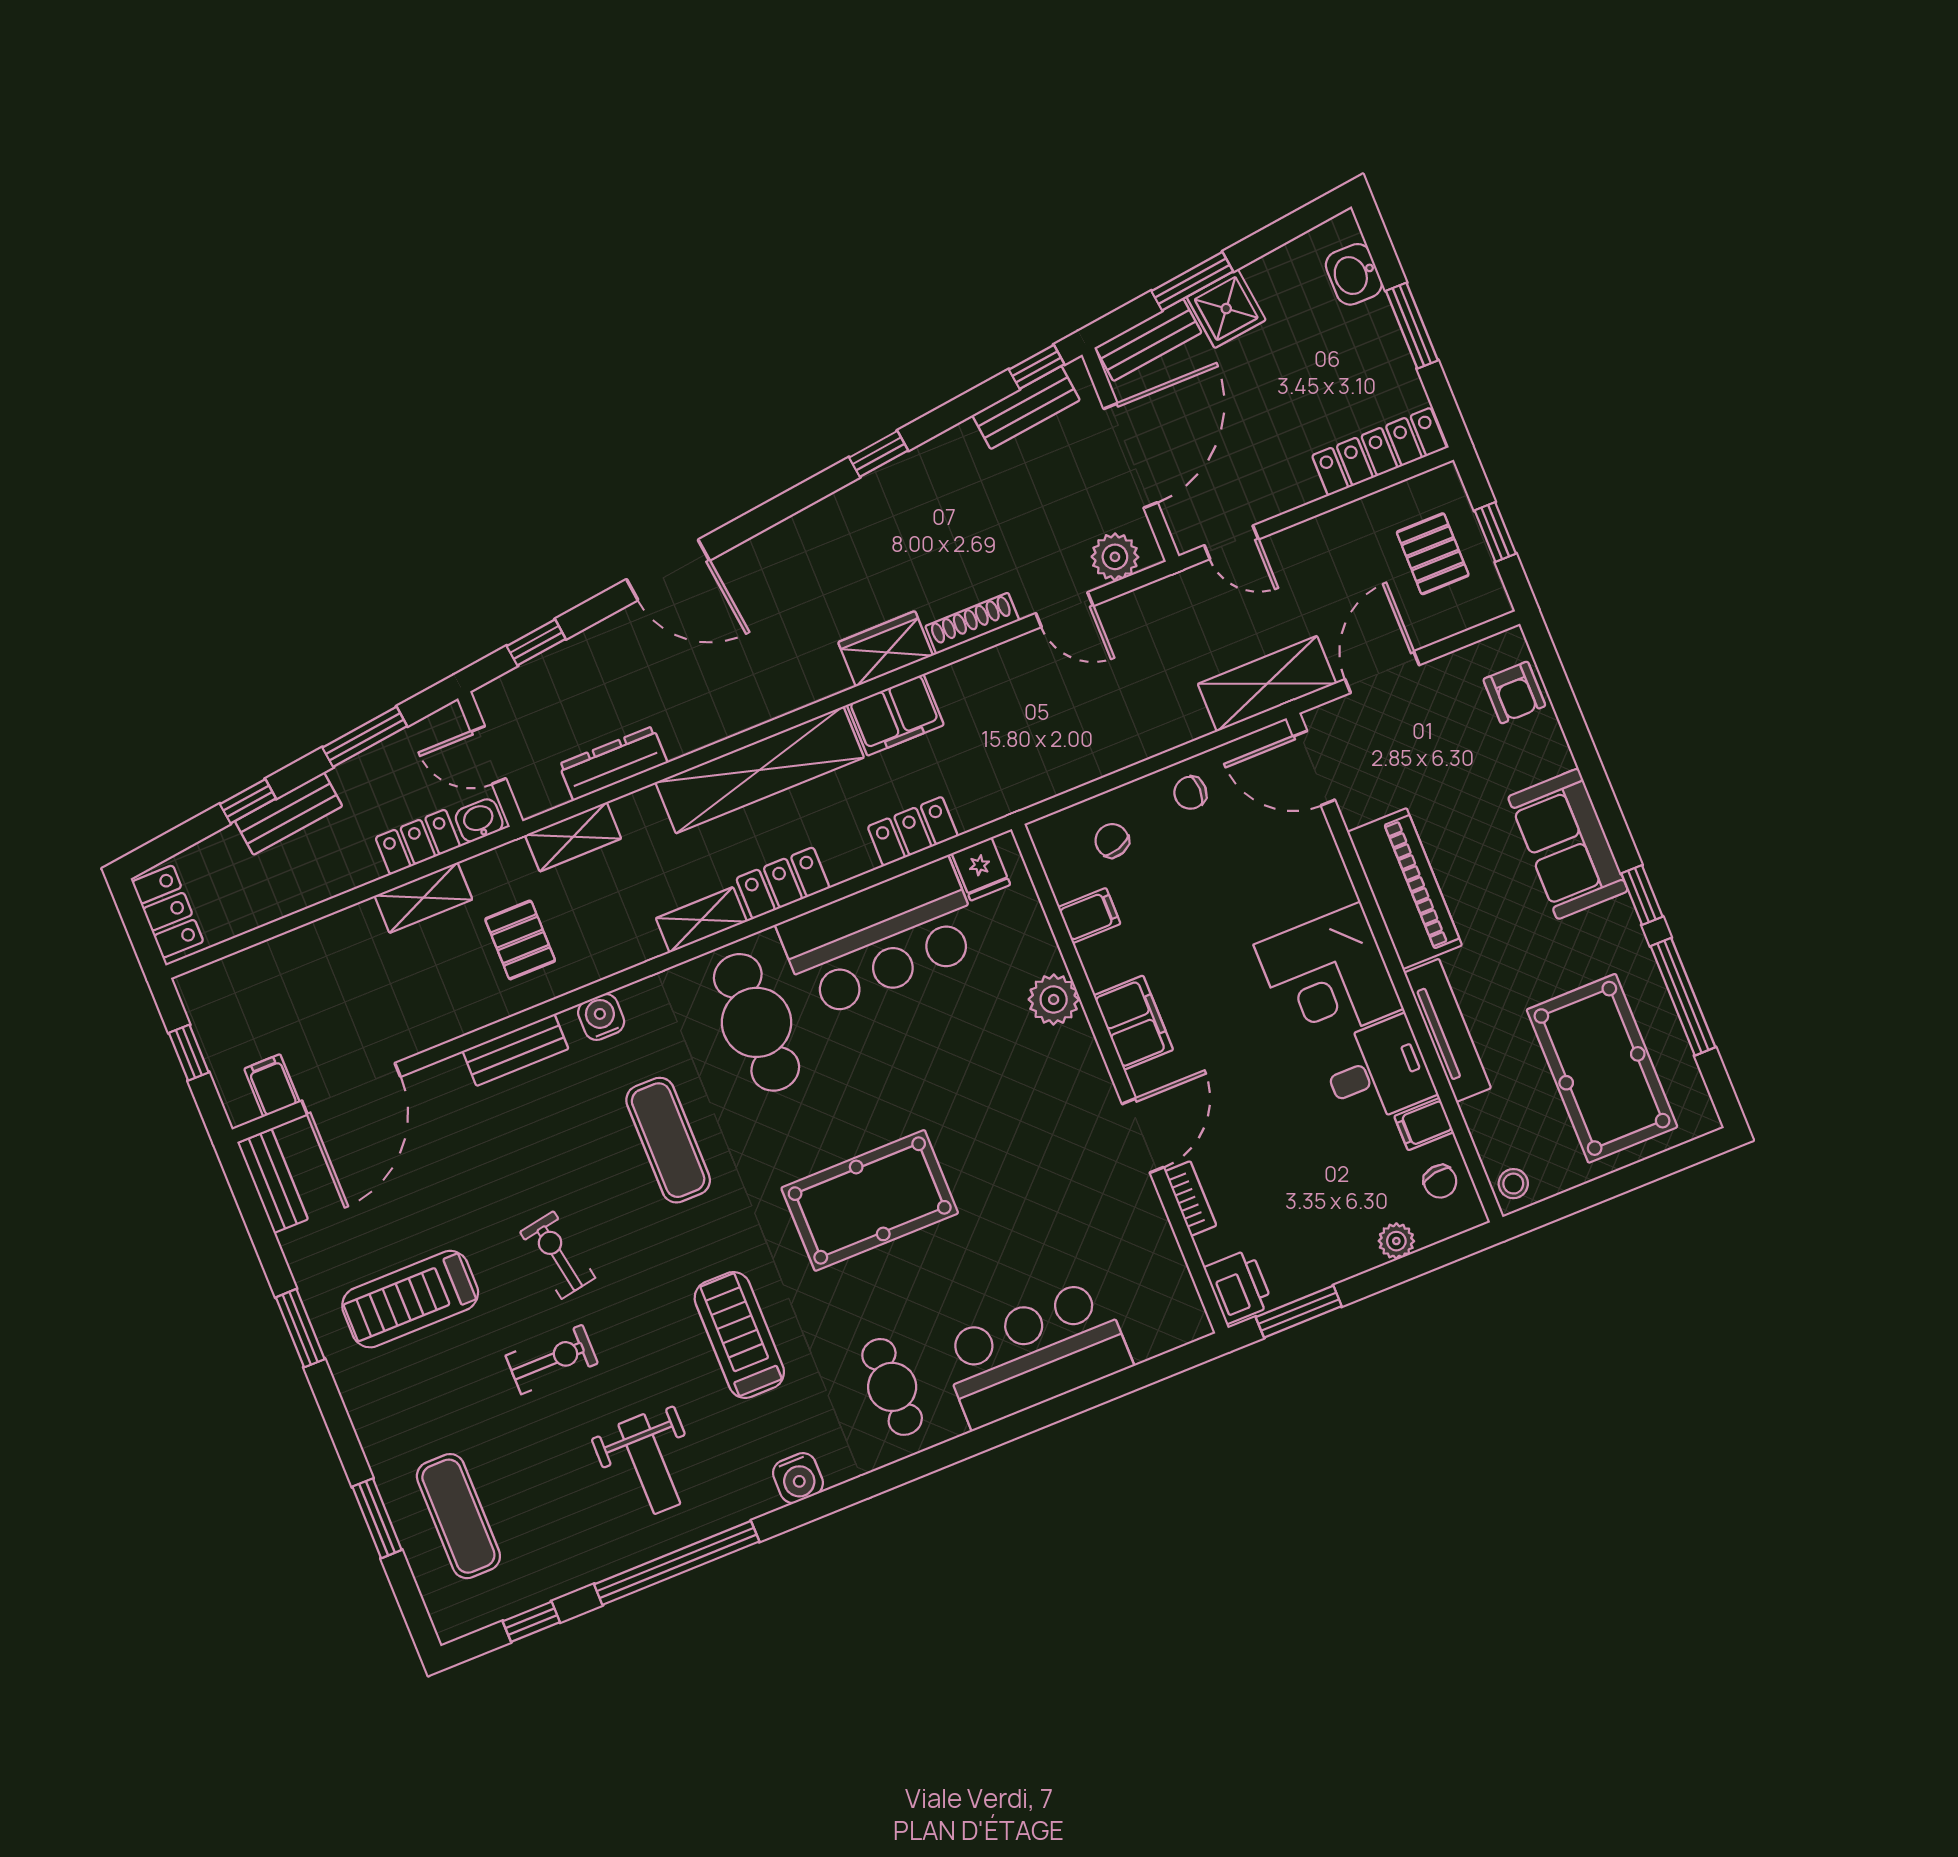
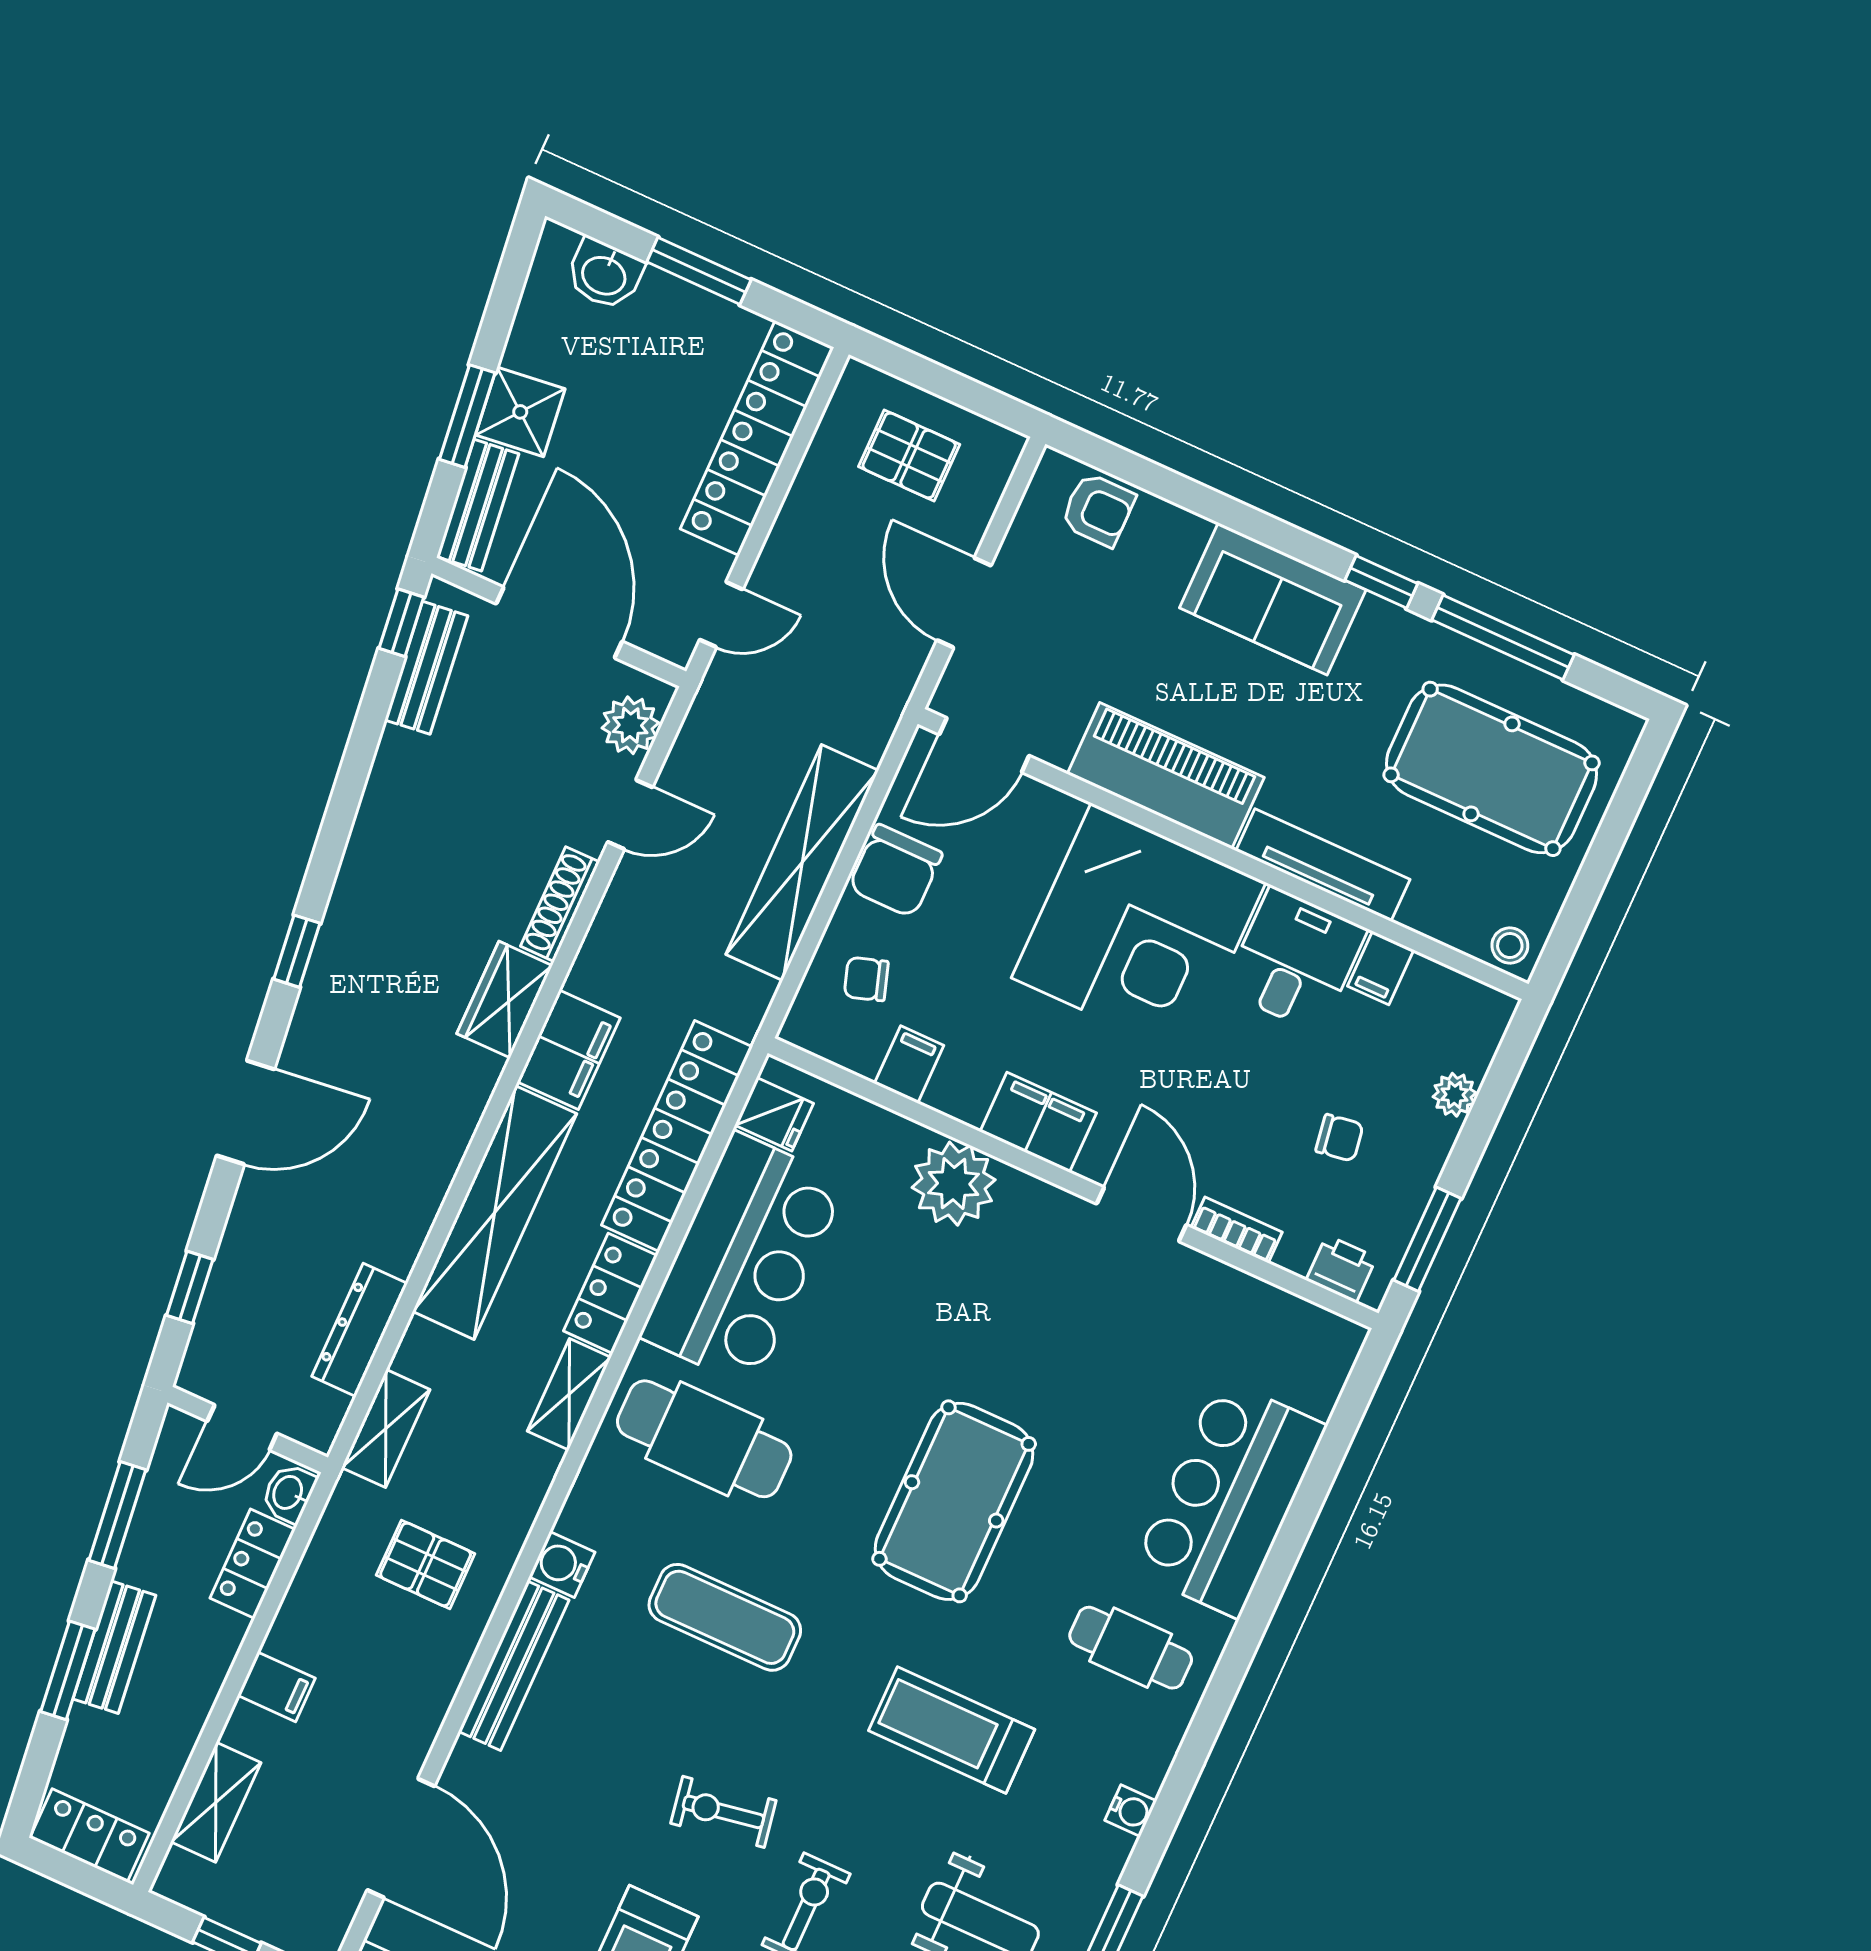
locker: (1379, 452) -> (757, 438), width x1.41, depth x1.21
window: (879, 454) -> (297, 951), moved
window: (1495, 532) -> (946, 384), removed
shelving: (1267, 684) -> (802, 862), moved, width x1.47
chair: (1190, 793) -> (895, 871), width x1.87, depth x1.87
window: (248, 801) -> (68, 1670), width x1.50
locker: (913, 831) -> (677, 1136), width x2.16, depth x1.21
shelving: (423, 898) -> (216, 1802), moved
corner desk: (1329, 977) -> (1139, 930), width x1.36, depth x1.36
plant: (1054, 999) -> (954, 1184), width x1.36, depth x1.36
bench: (515, 1050) -> (514, 1666), width x1.36
filing cabinet: (272, 1085) -> (277, 1687), moved, turned 180
chair: (1440, 1181) -> (1340, 1138), moved
printer: (1239, 1286) -> (1341, 1269), width x0.73, depth x0.81
water cooler: (798, 1478) -> (1131, 1811), width x0.72, depth x0.72

